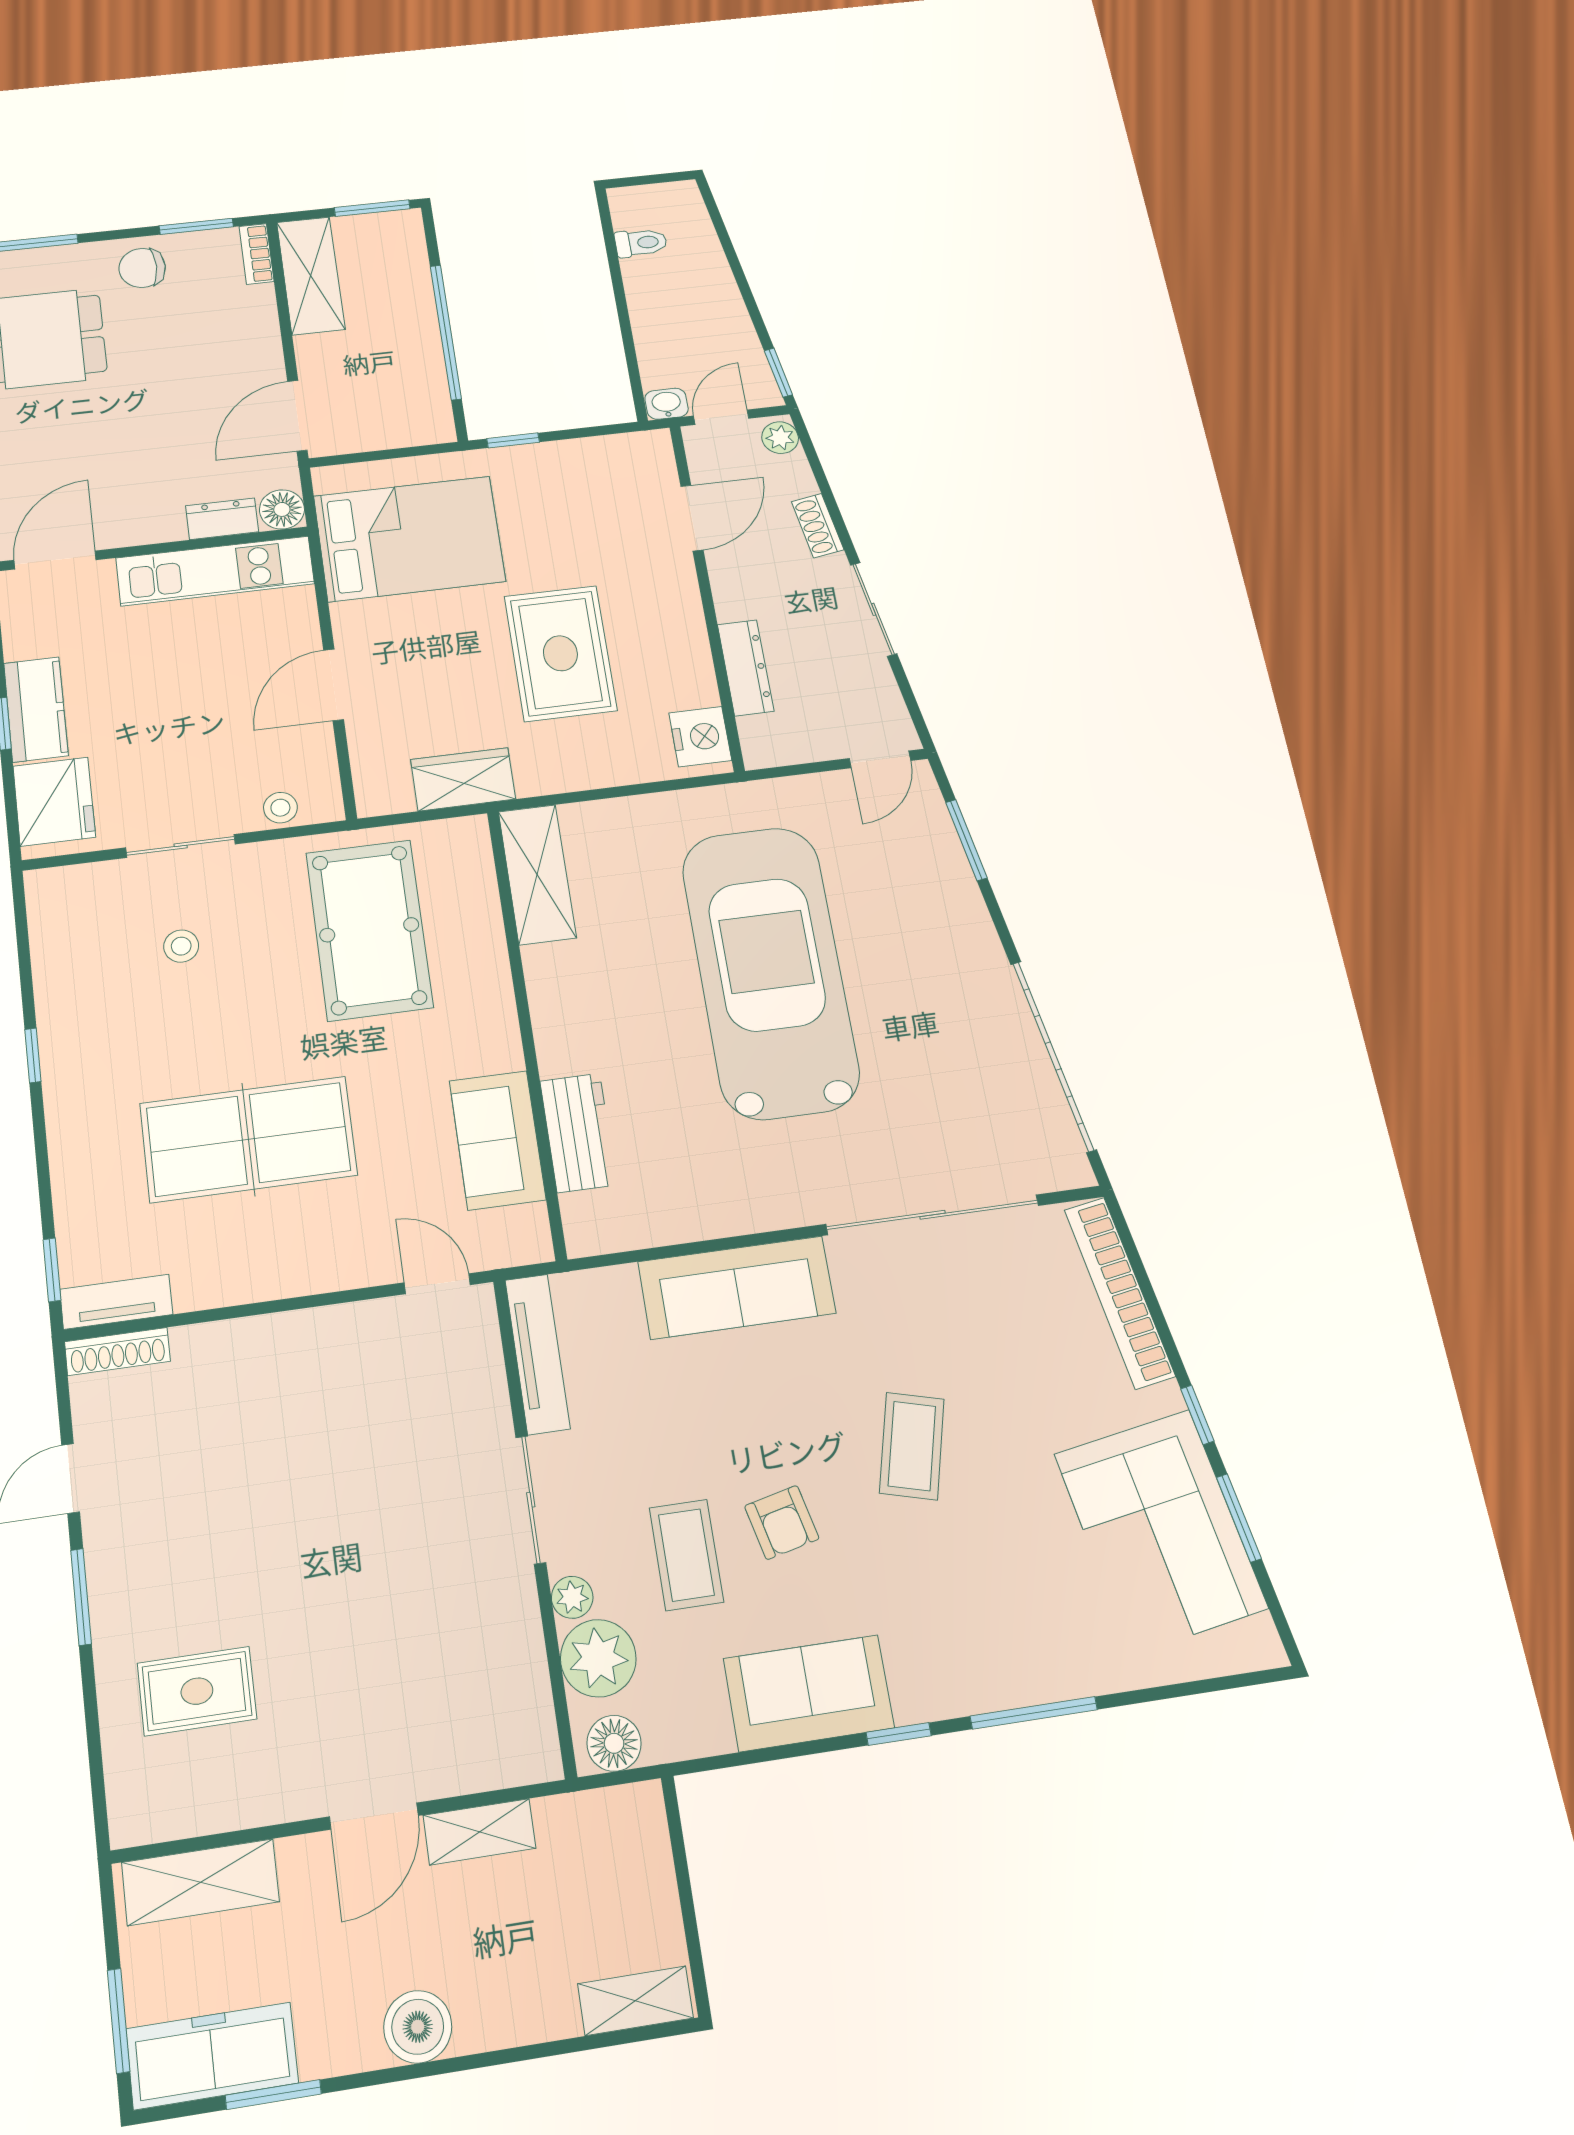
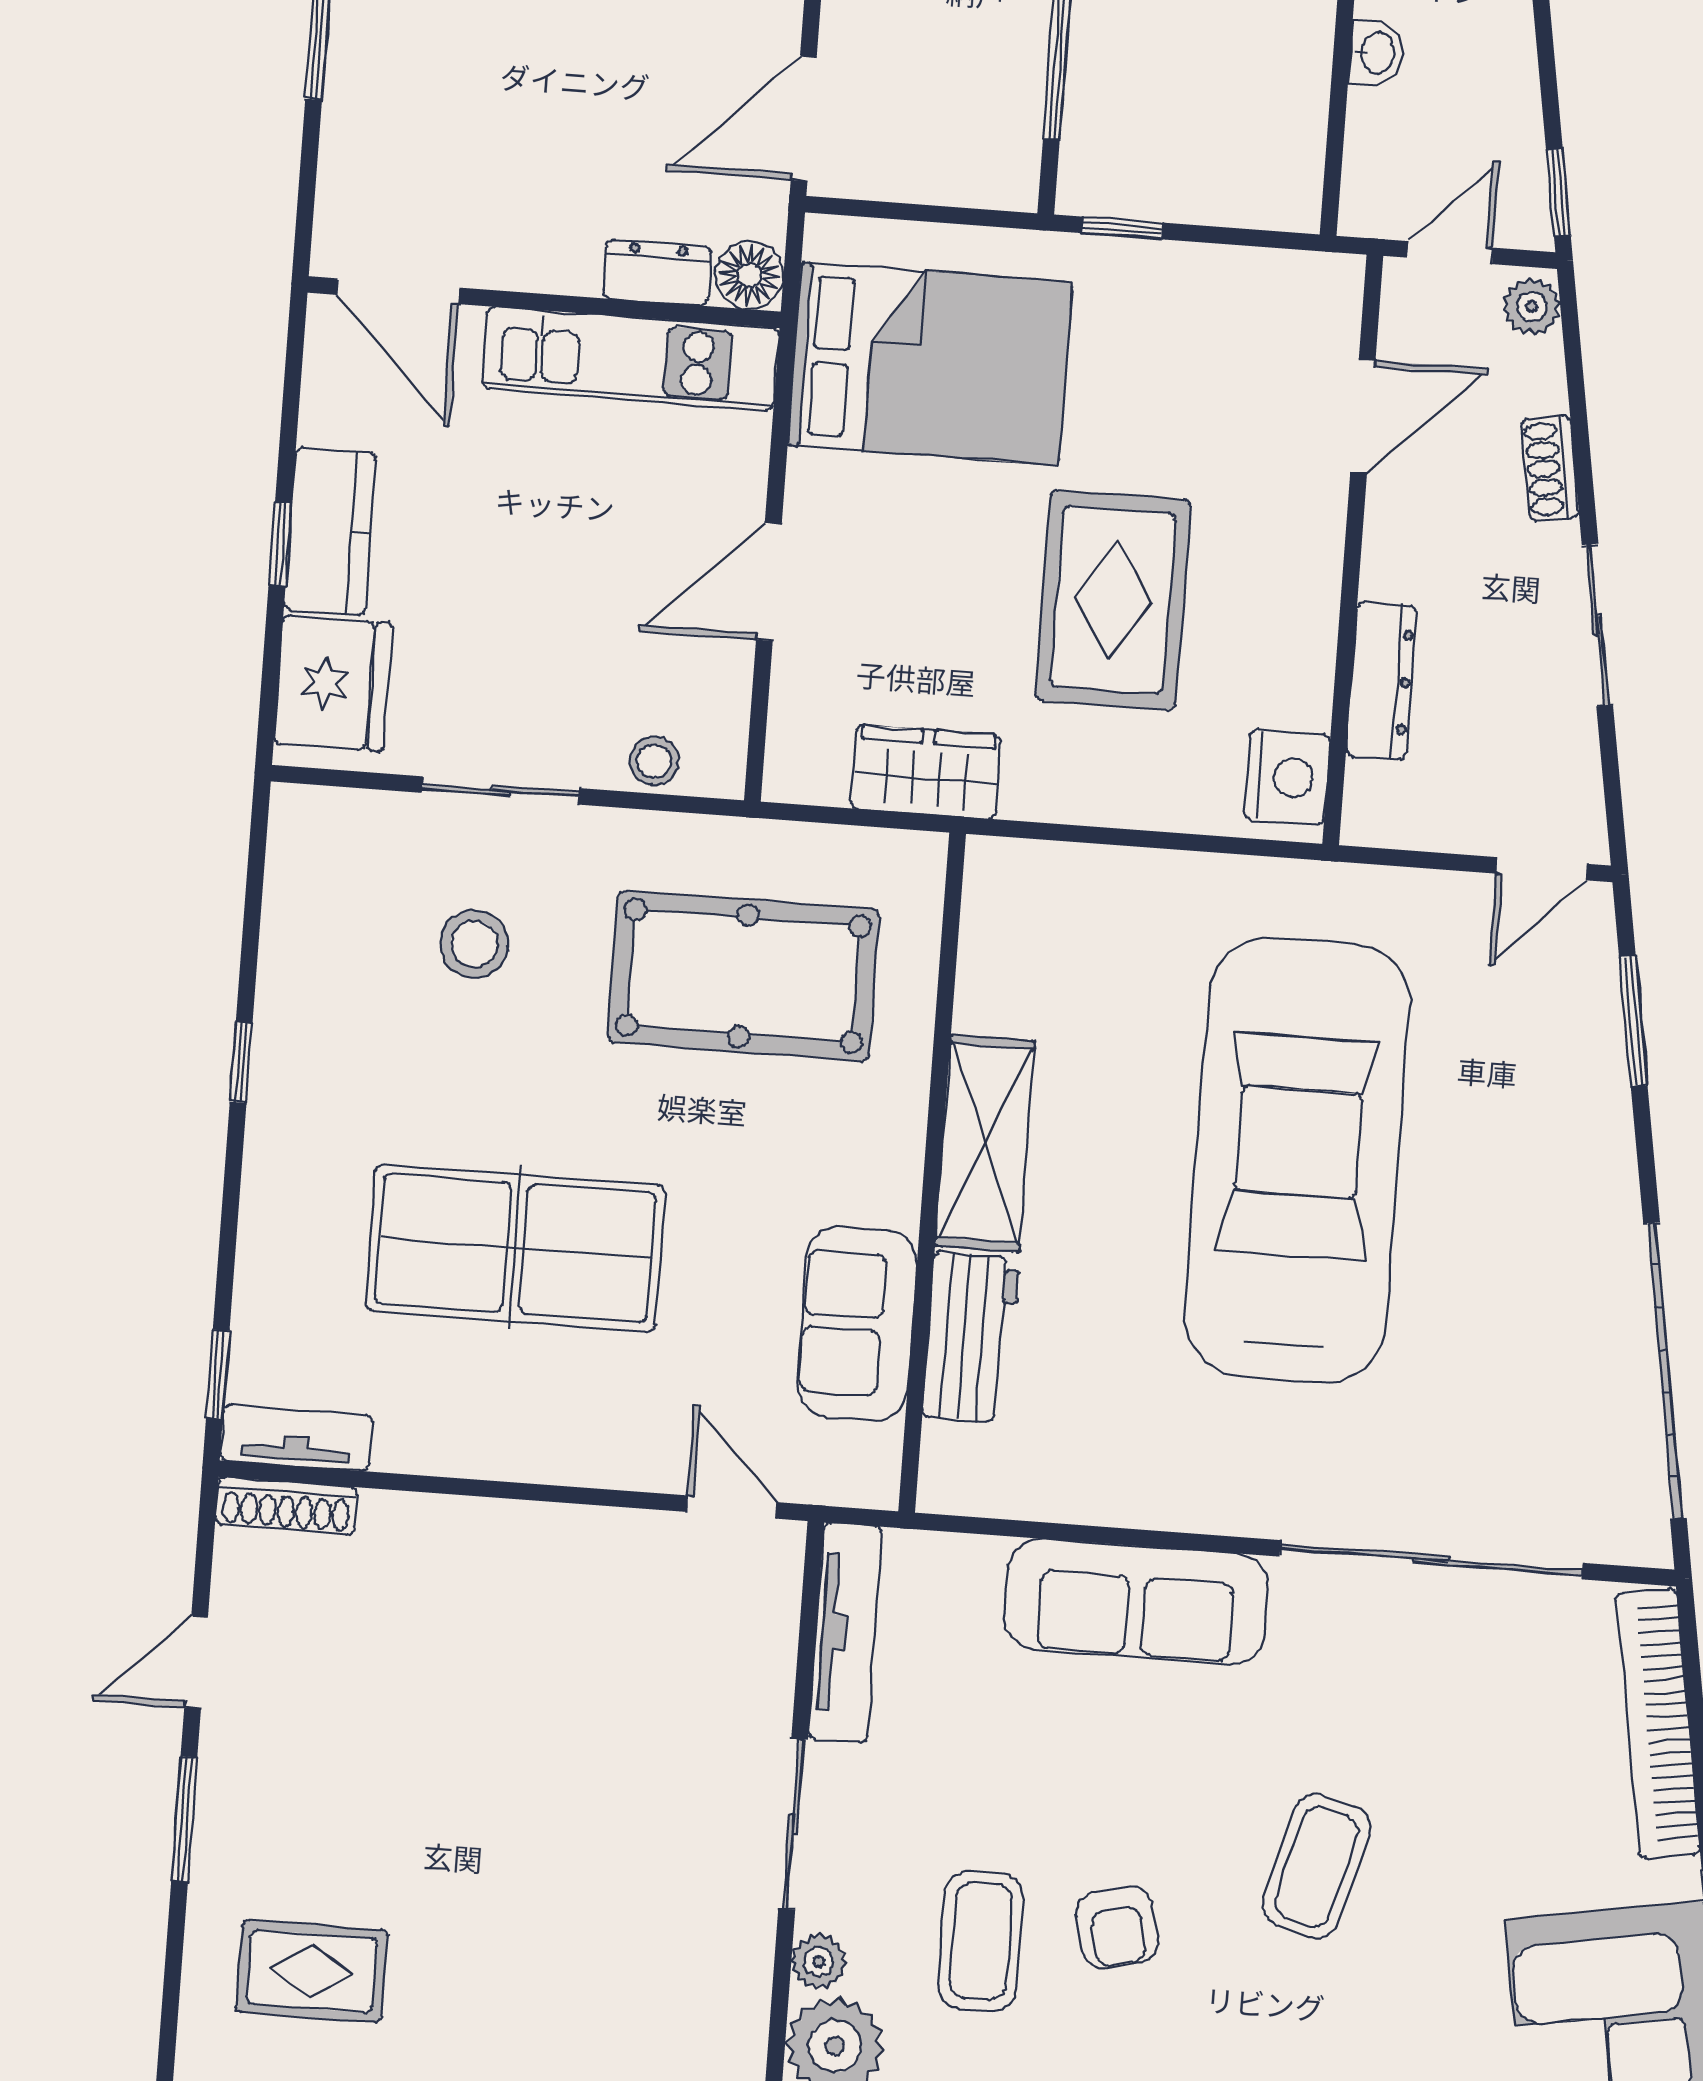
washbasin: (667, 404) -> (1376, 53), moved, turned 90
door: (55, 560) -> (398, 291), swing flipped
shelving: (537, 874) -> (985, 1143), moved
pool table: (369, 930) -> (743, 976), turned 90
stool: (181, 946) -> (474, 944), width x1.37, depth x1.37

